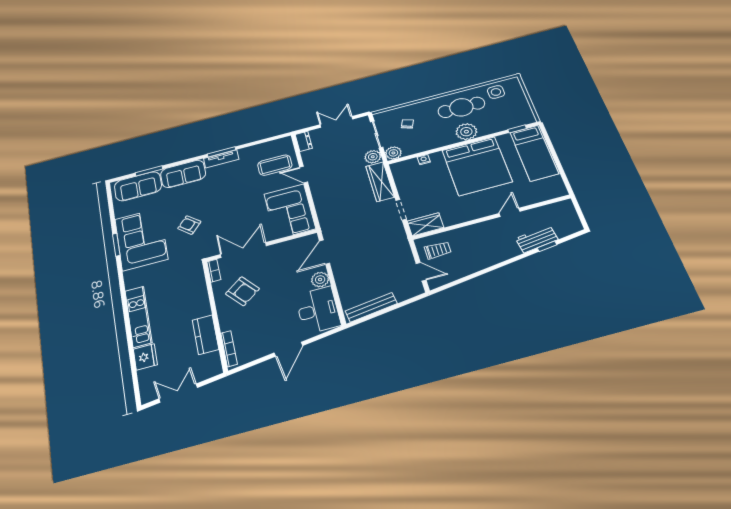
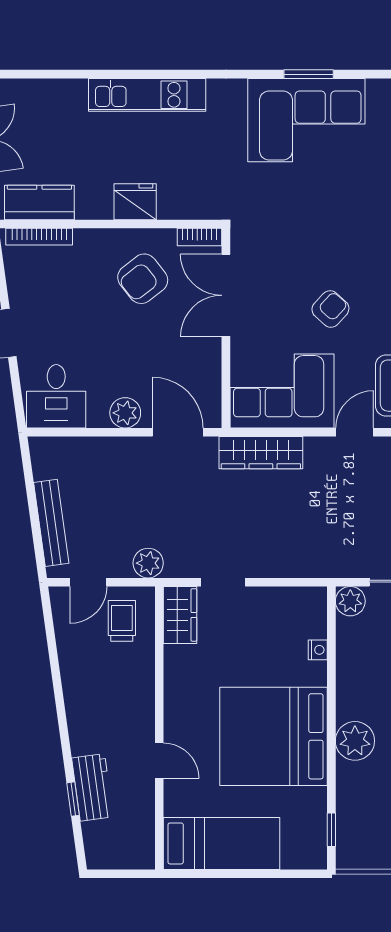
bed: (534, 153) -> (221, 843), moved, turned 180
plant: (373, 157) -> (148, 563), moved
wardrobe: (380, 182) -> (261, 453), moved, turned 180
armchair: (189, 225) -> (330, 309), moved
double door: (243, 250) -> (226, 295), swing flipped
trolley: (438, 250) -> (122, 621), turned 180
bench: (371, 307) -> (51, 523), moved
desk: (318, 310) -> (56, 396), width x0.73
kitchen counter: (206, 335) -> (39, 203), moved
fridge: (145, 357) -> (135, 202), moved, turned 180

